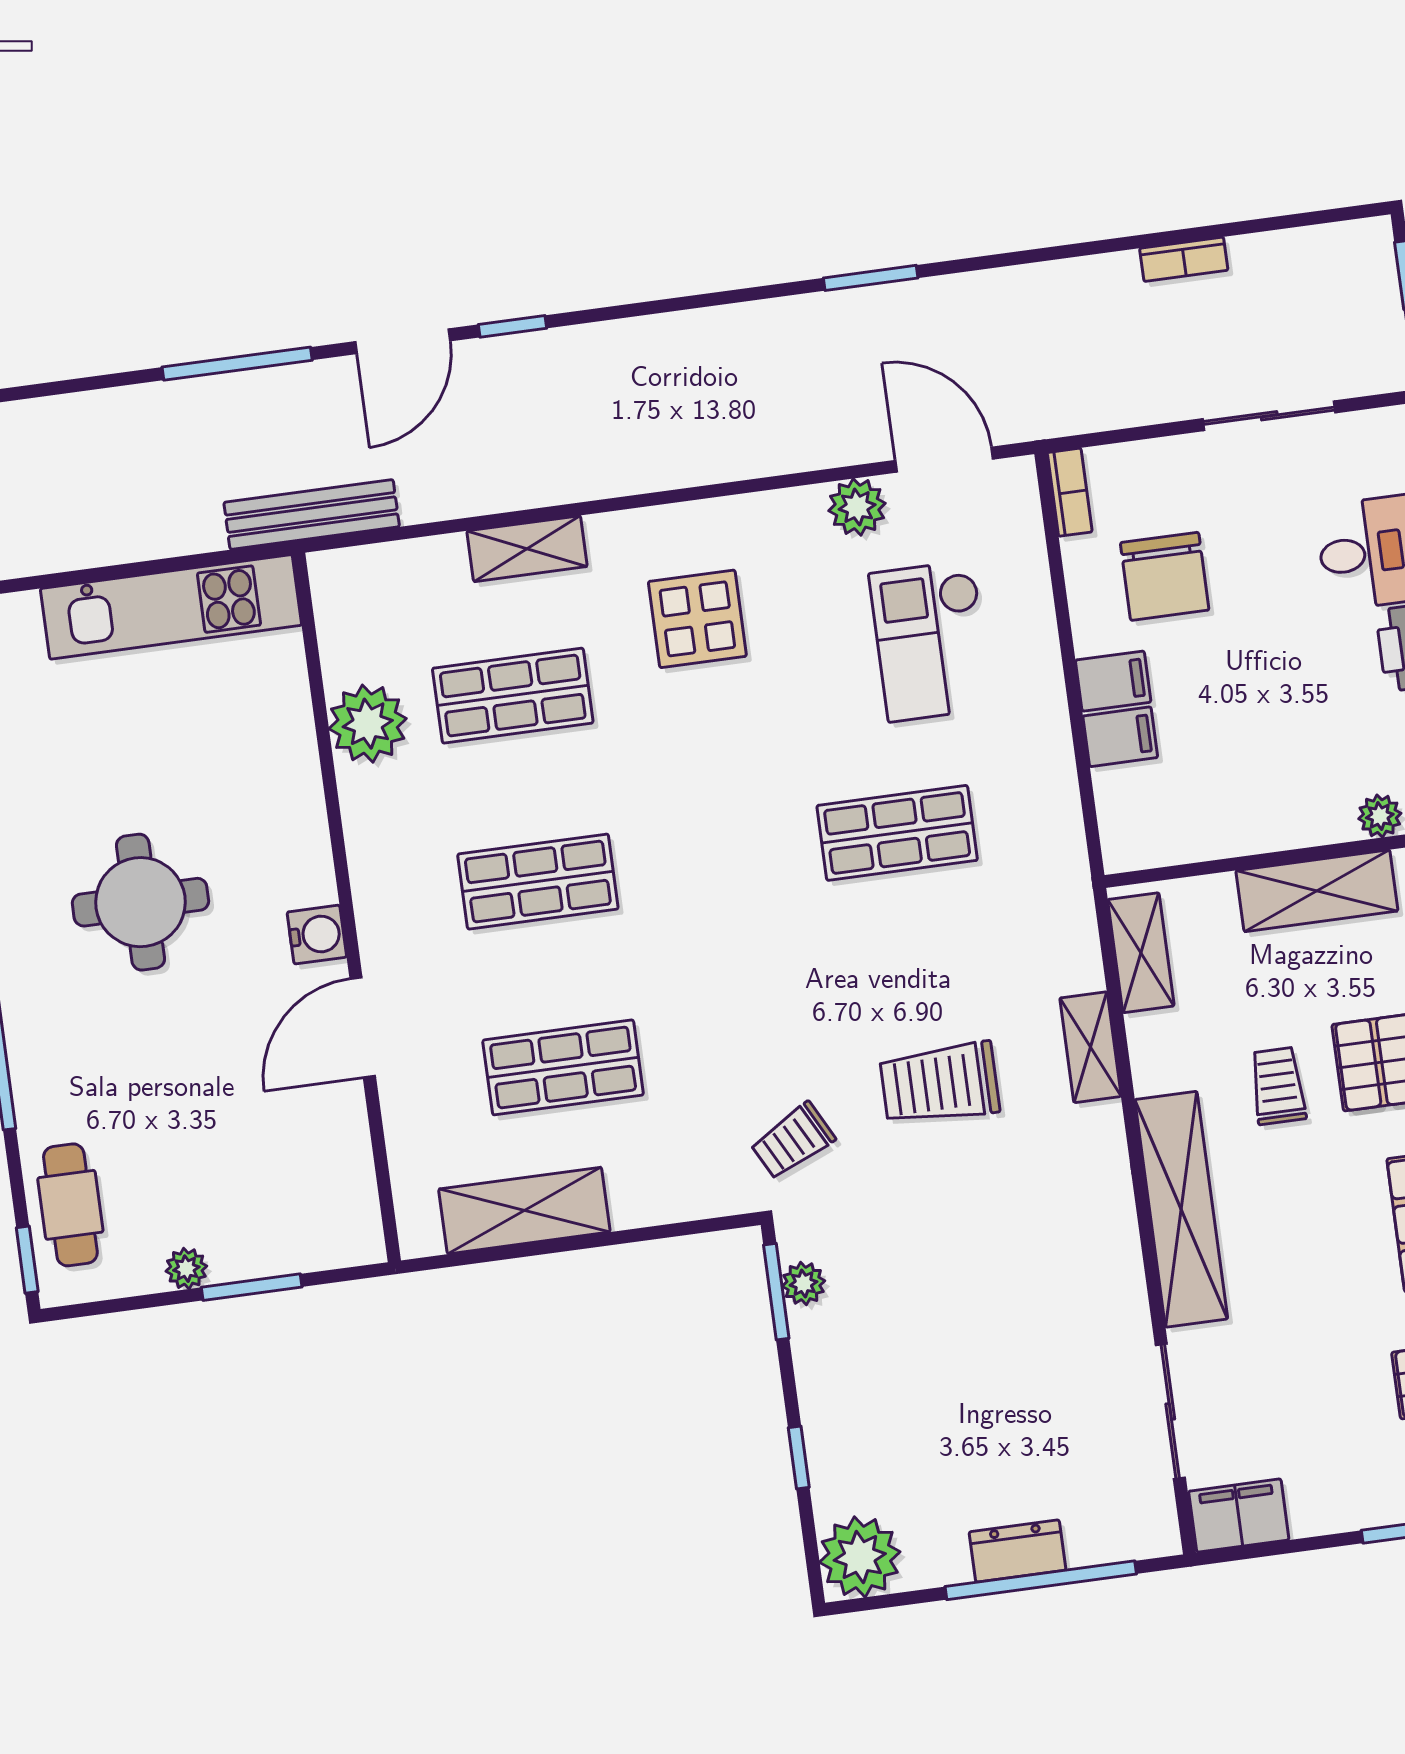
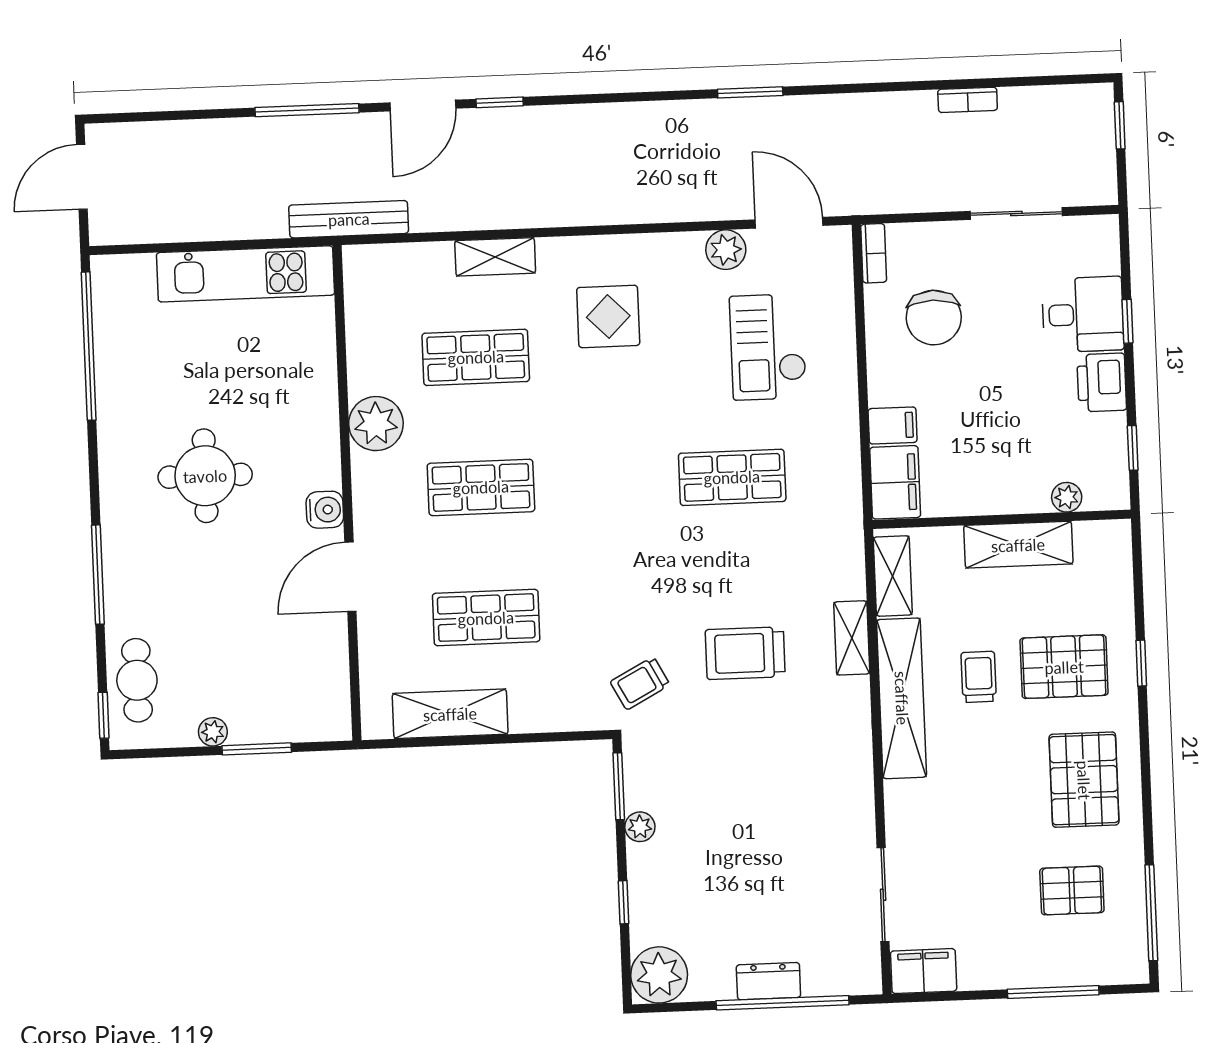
filing cabinet: (1113, 681) -> (895, 482), moved, width x2.00
plant: (368, 724) -> (376, 424), moved
shelving: (1181, 1209) -> (902, 698), moved
plant: (803, 1283) -> (640, 827), moved

